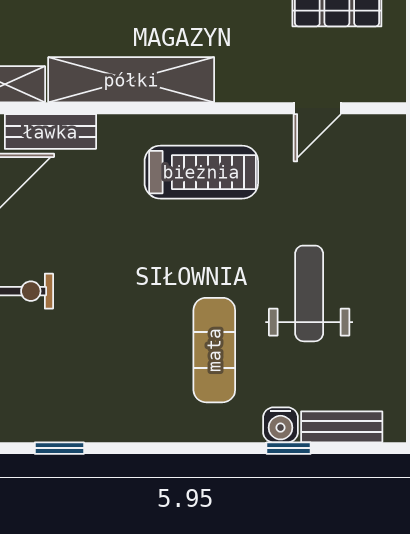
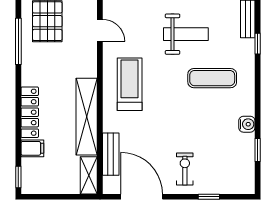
weight bench: (309, 293) -> (186, 34), turned 180
water cooler: (280, 425) -> (247, 124), moved

